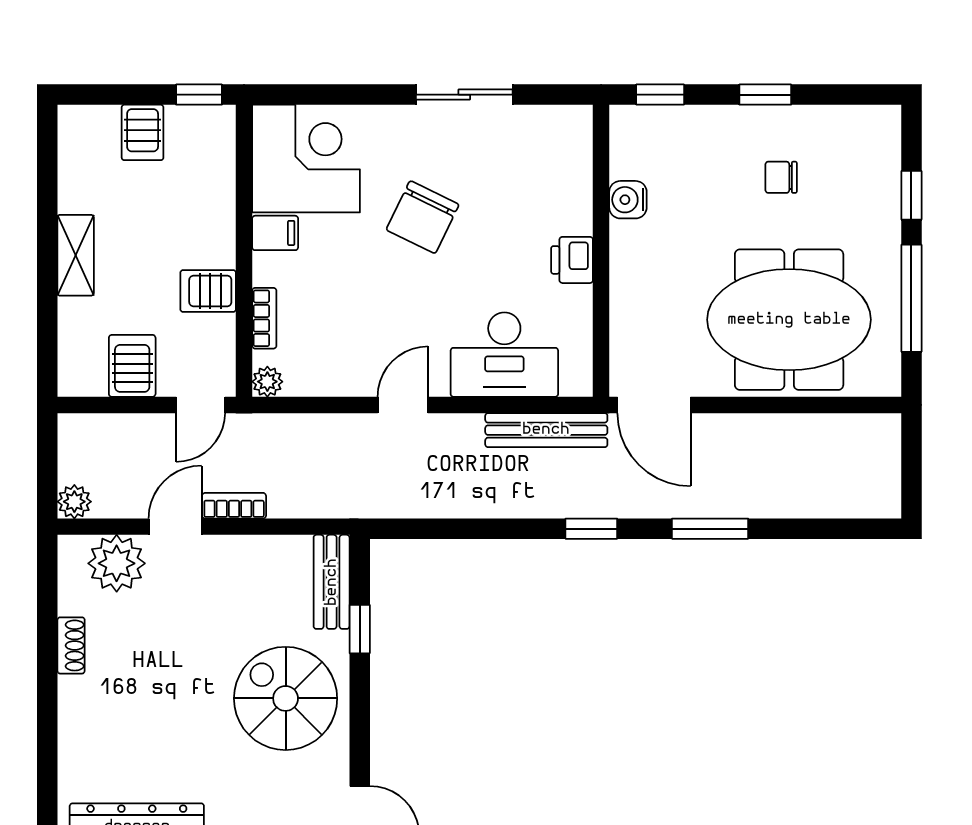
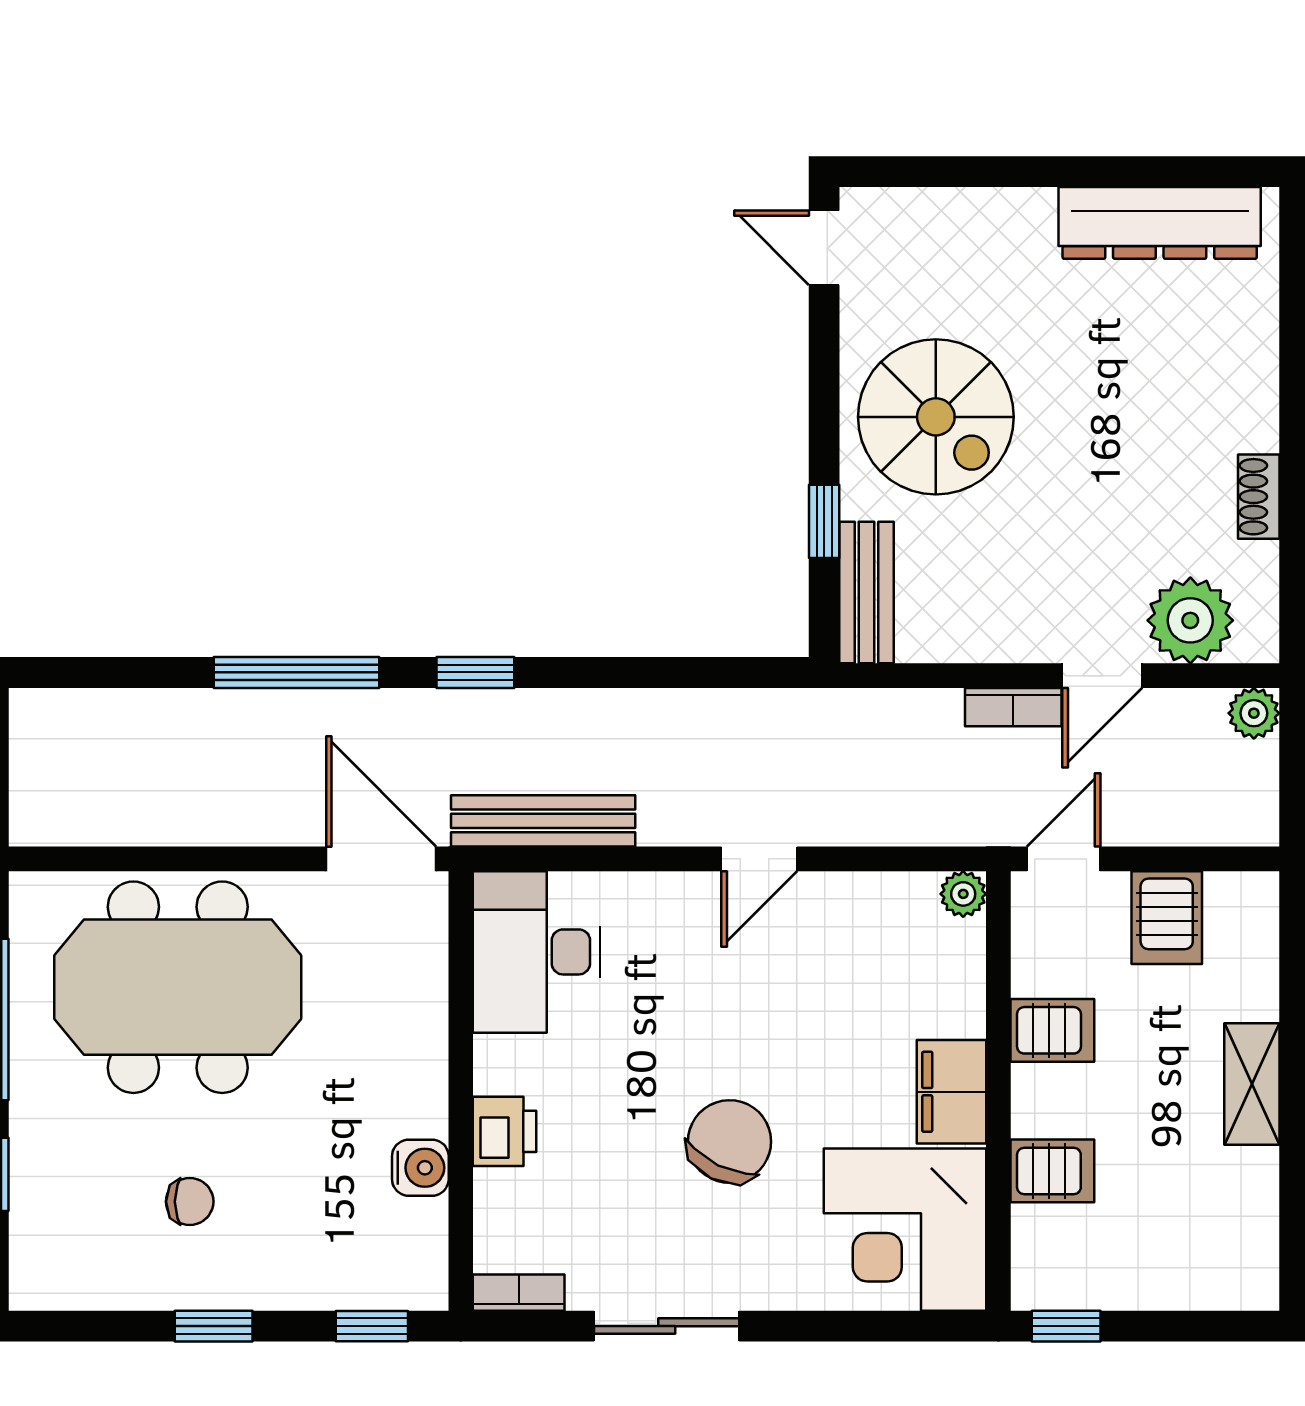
server rack: (143, 132) -> (1052, 1171), moved, turned 90
filing cabinet: (275, 233) -> (951, 1092), width x2.00
printer: (572, 260) -> (505, 1131), moved
bookcase: (264, 318) -> (519, 1293), moved, turned 90
desk: (504, 355) -> (537, 952), moved, turned -90
window: (710, 529) -> (297, 672), width x1.44

